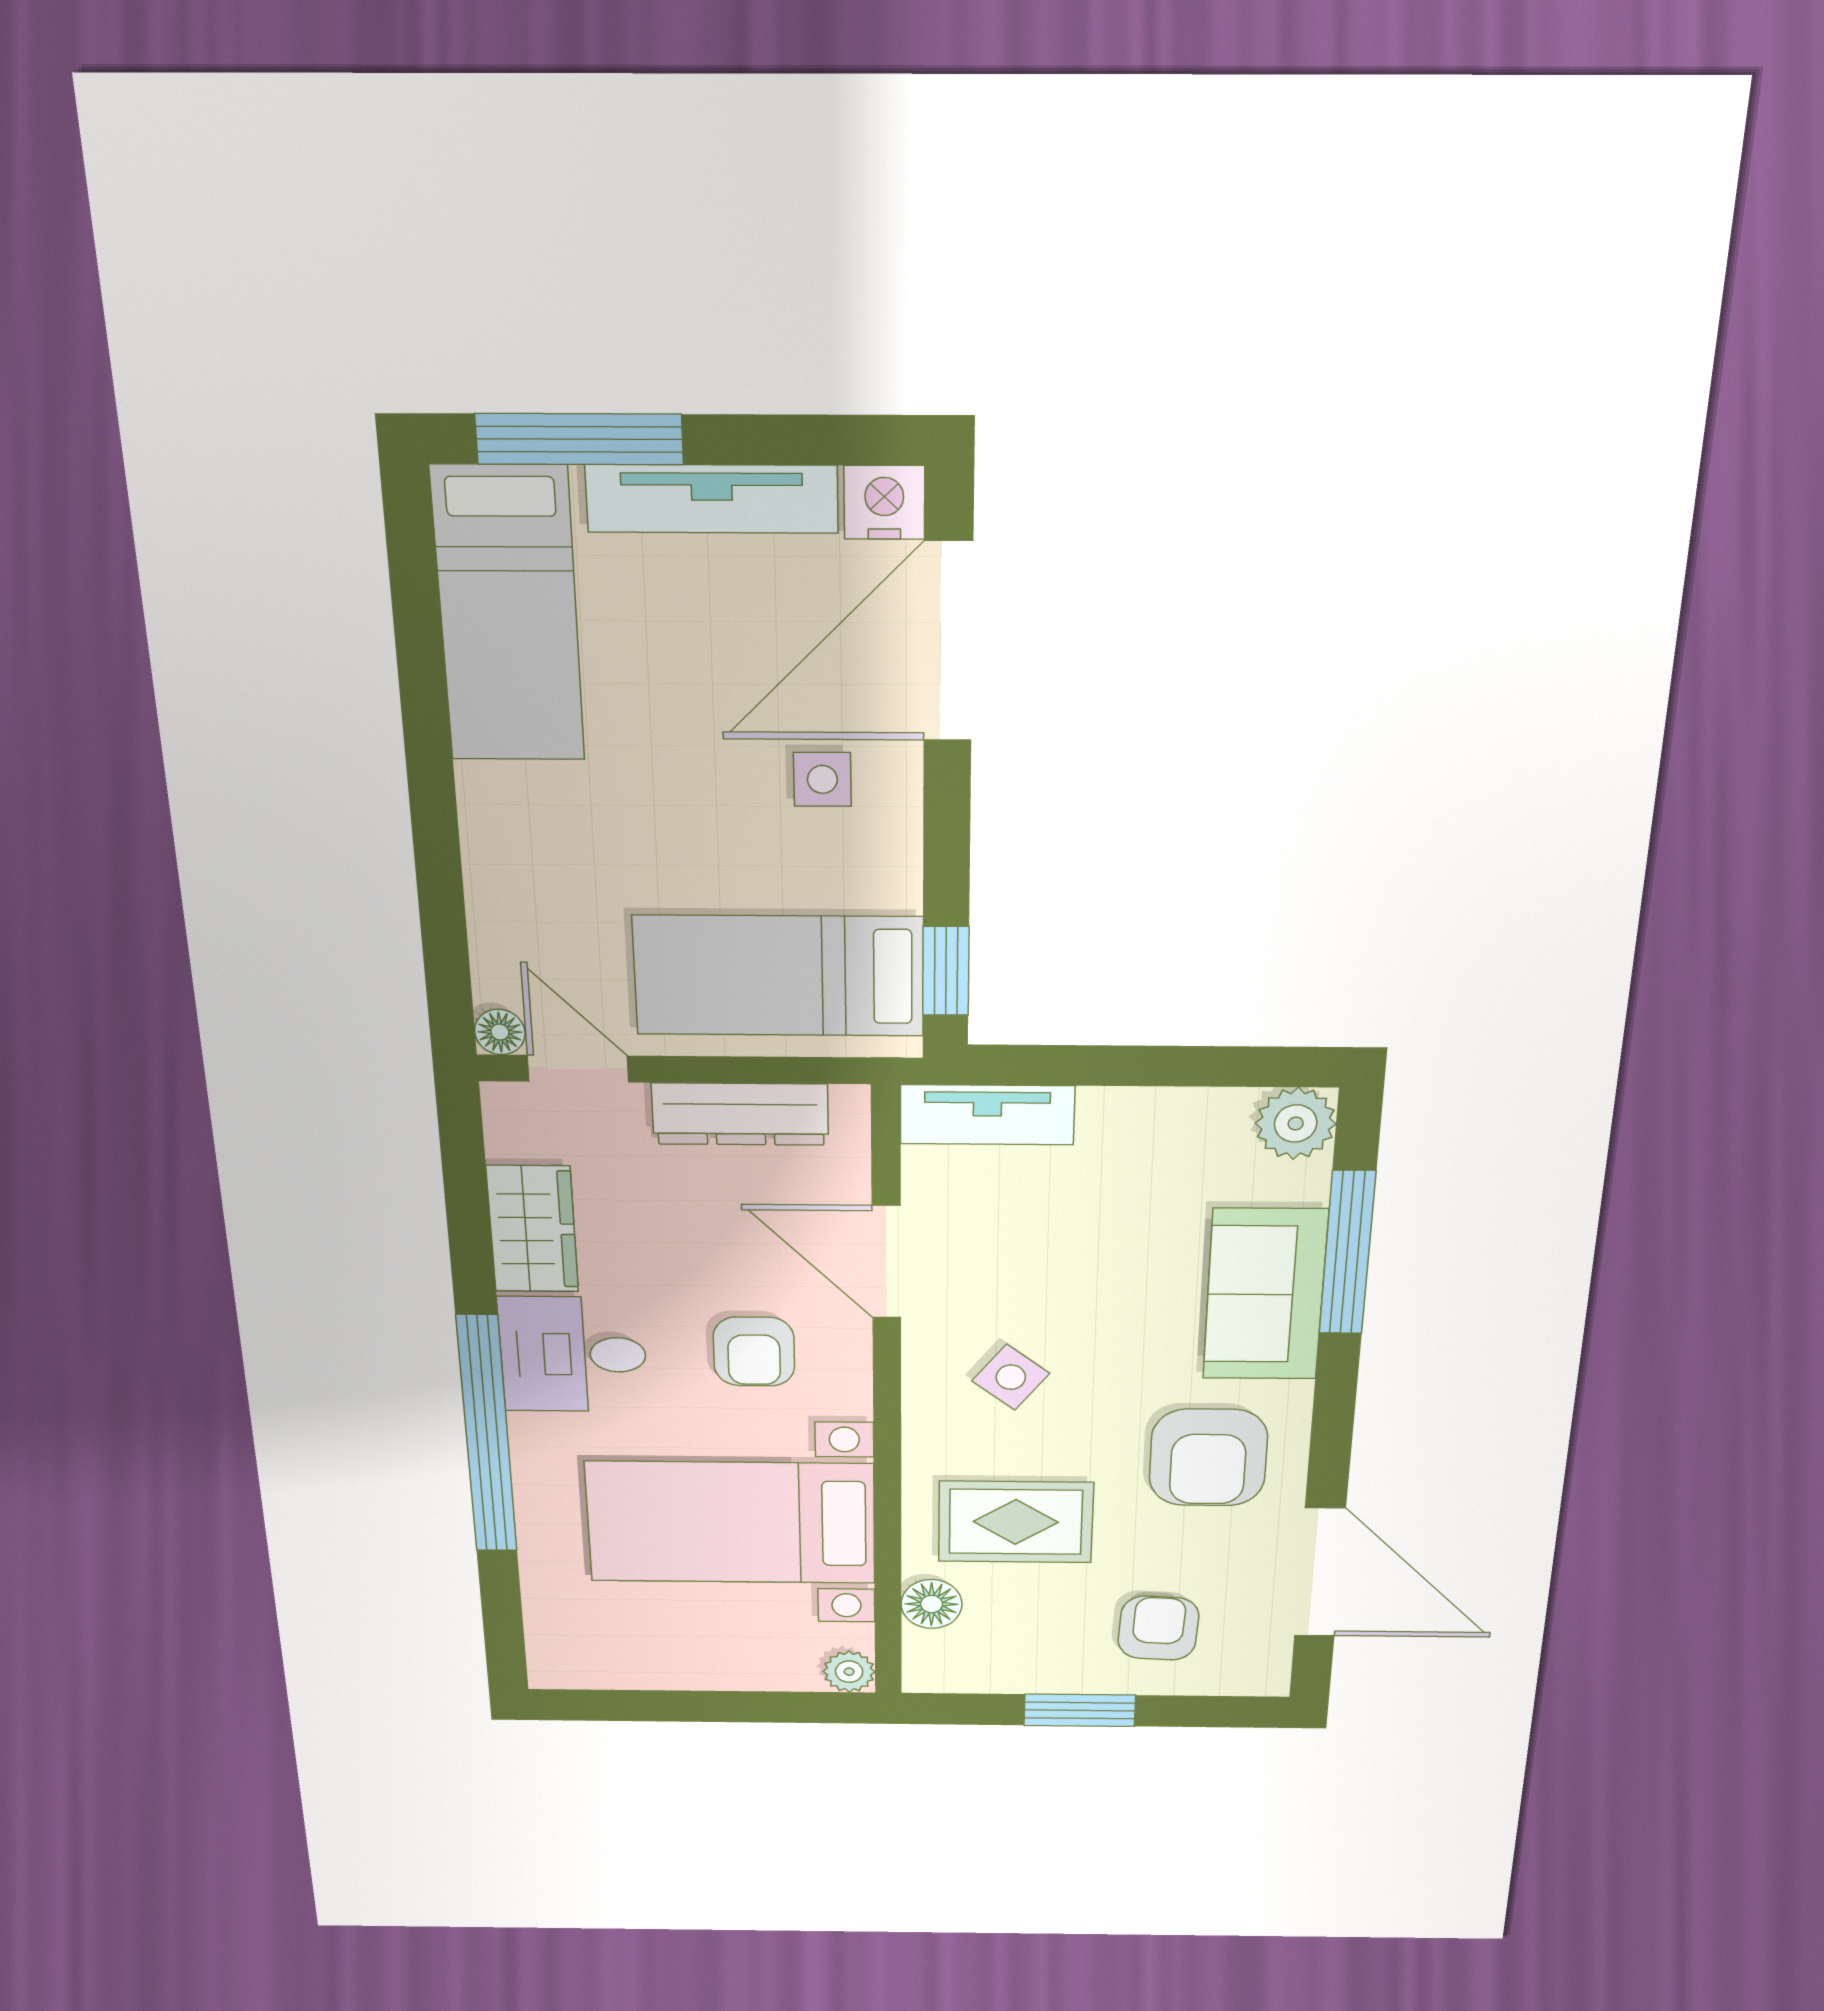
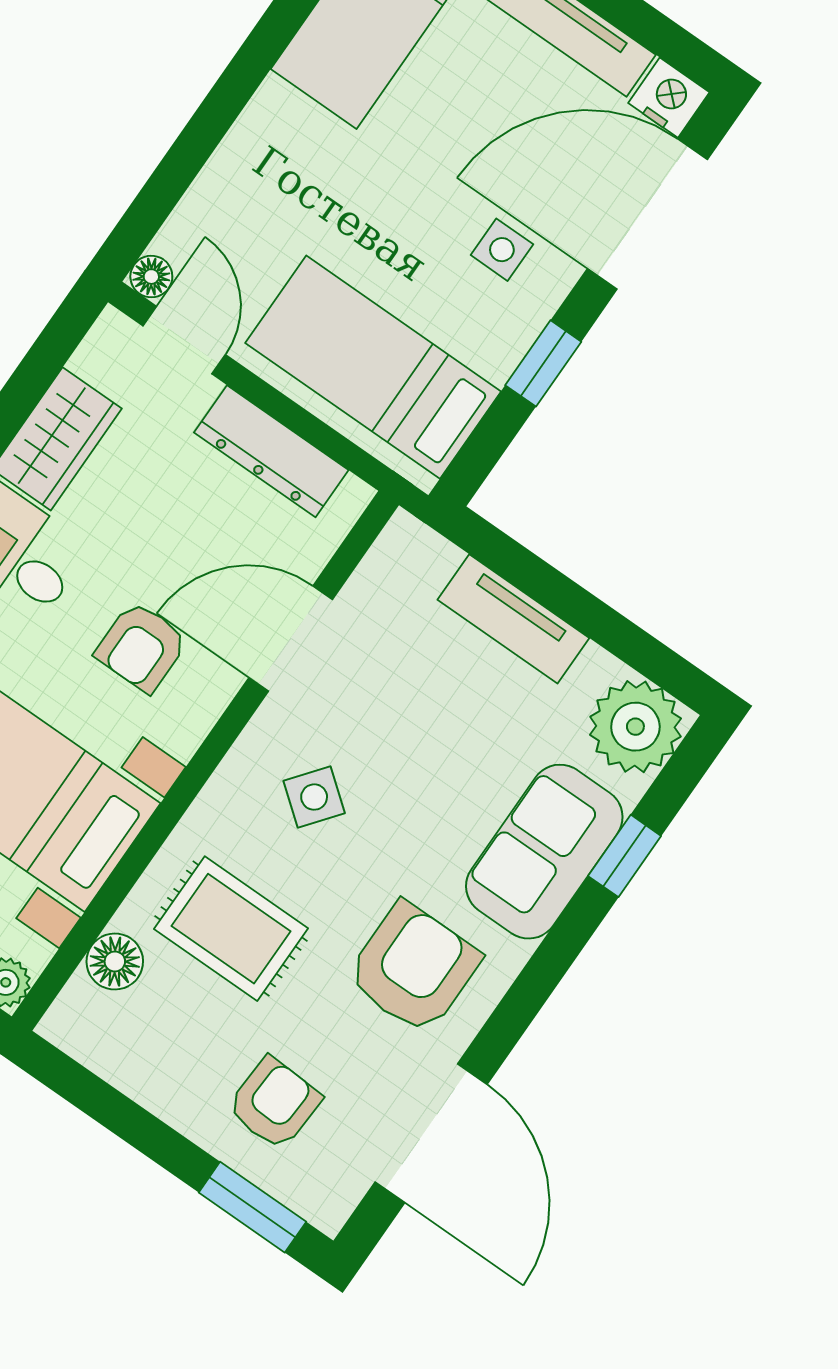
window: (946, 971) -> (543, 363), moved
tv unit: (987, 1115) -> (513, 619), moved
plant: (1296, 1123) -> (635, 727), width x1.36, depth x1.36
window: (1347, 1253) -> (625, 856), width x0.46
door: (886, 1262) -> (291, 639), hinge flipped
armchair: (1208, 1458) -> (413, 968), turned 180
window: (1080, 1710) -> (252, 1207), moved

